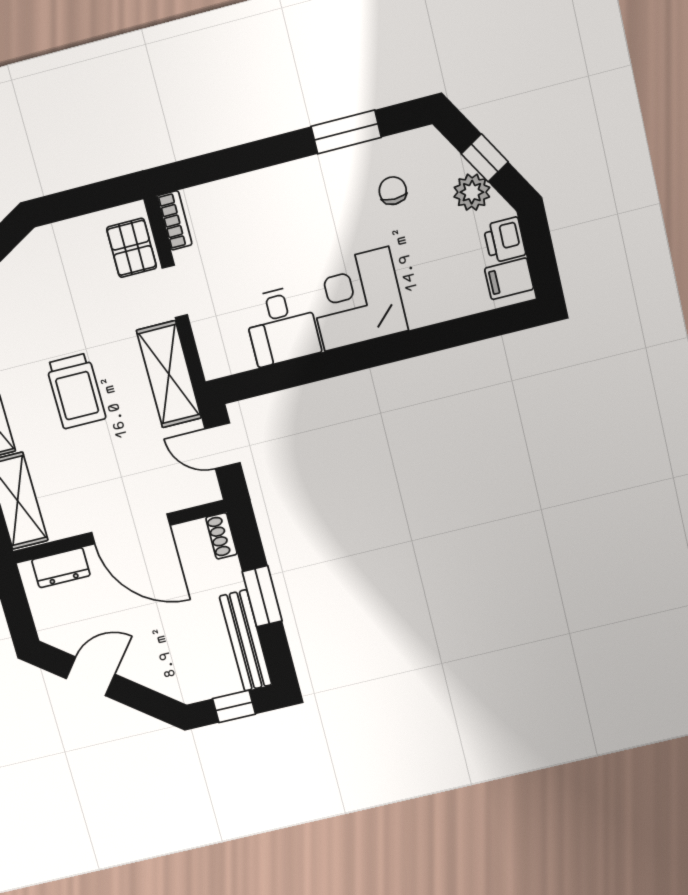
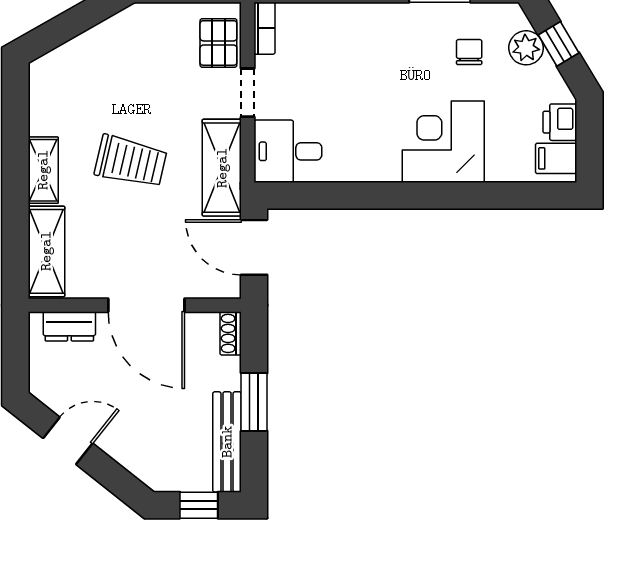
plant: (472, 192) -> (526, 48), moved
corner desk: (357, 299) -> (443, 142), moved
desk: (282, 326) -> (288, 151), moved, turned 90
trolley: (76, 391) -> (131, 161), turned -77
door: (223, 446) -> (254, 247), width x1.38

